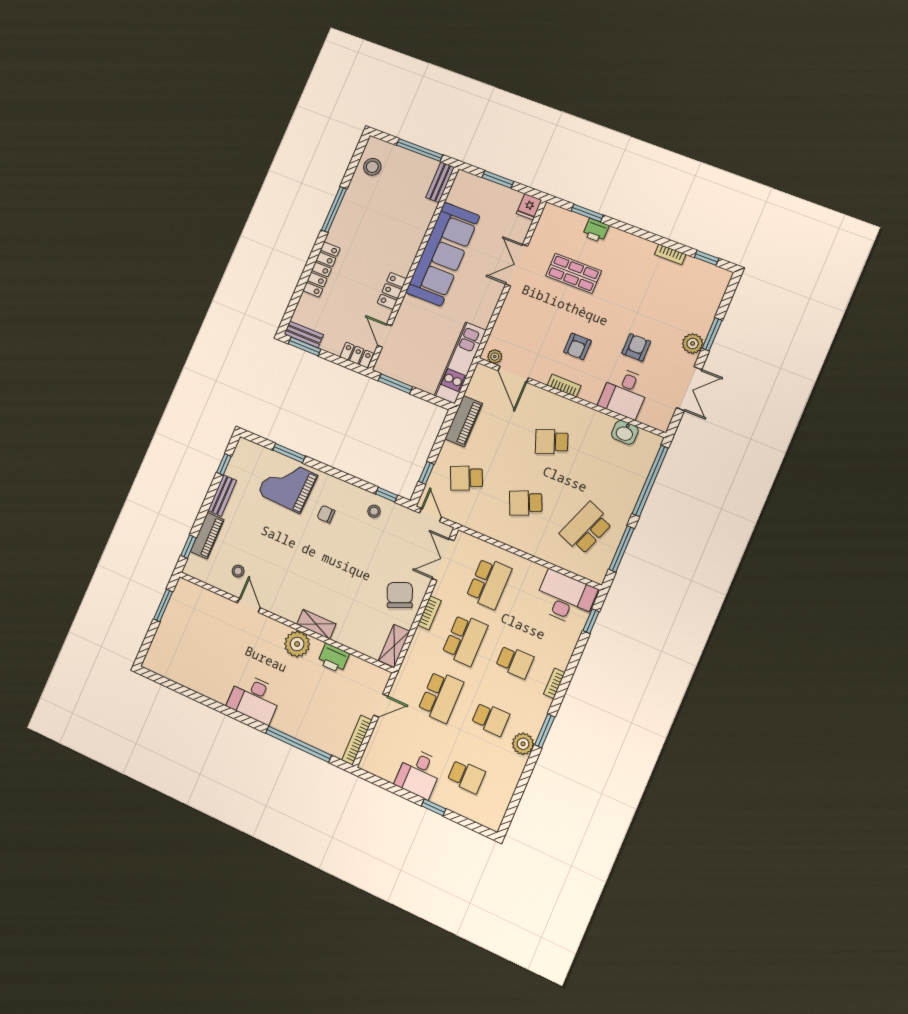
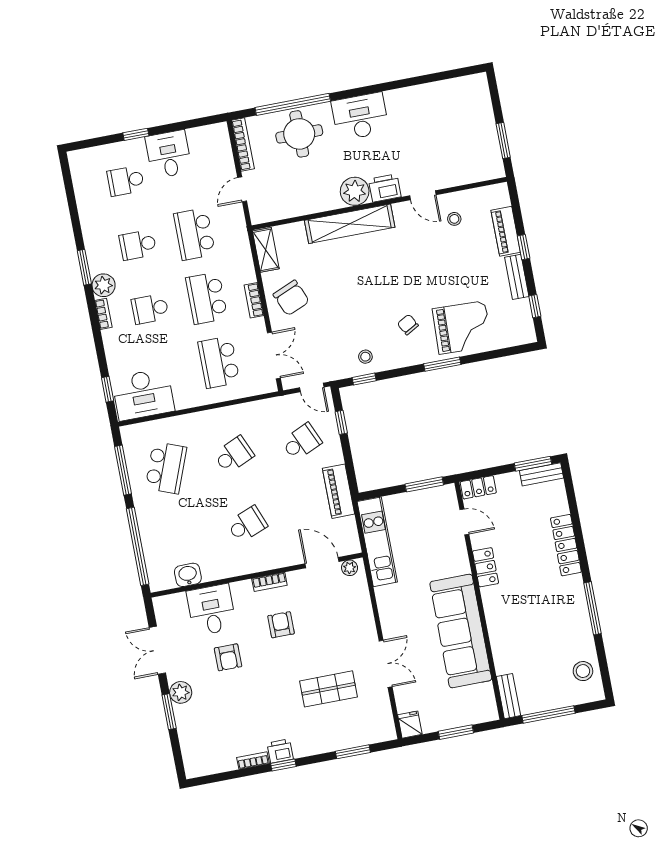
printer: (596, 230) -> (280, 751), moved
window: (707, 258) -> (283, 765), moved
window: (289, 453) -> (442, 364), moved
chair: (326, 514) -> (408, 325), turned -119
window: (188, 547) -> (524, 247), moved
shelving: (316, 624) -> (350, 224), width x2.20, depth x1.33
printer: (334, 658) -> (385, 188), moved
round table: (309, 718) -> (299, 134), added
plant: (523, 744) -> (104, 285), moved

